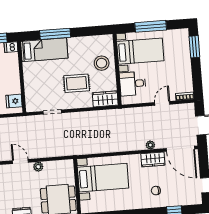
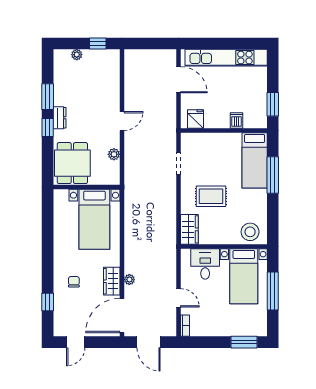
dishwasher: (11, 47) -> (236, 120), moved
stool: (102, 63) -> (250, 232), moved
rug: (77, 83) -> (211, 196), turned 90
plant: (38, 167) -> (114, 154), moved

